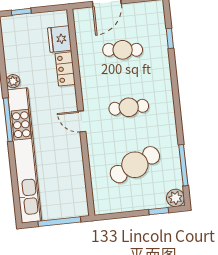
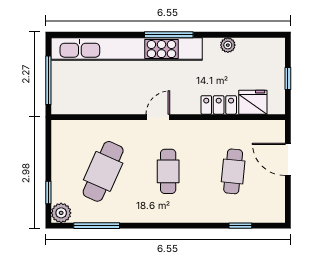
window: (21, 12) -> (288, 79), moved
plant: (13, 81) -> (228, 45), moved
cafe table: (135, 165) -> (103, 171), turned 48

